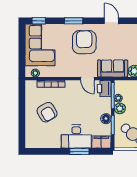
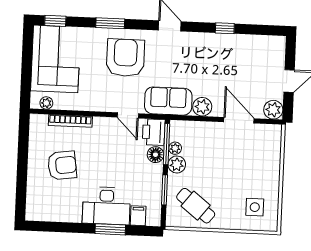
armchair: (47, 112) -> (62, 165), turned -68
floor lamp: (106, 119) -> (155, 155), moved
filing cabinet: (101, 142) -> (138, 216), width x0.50

